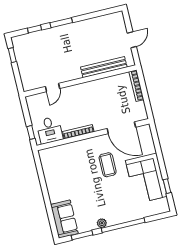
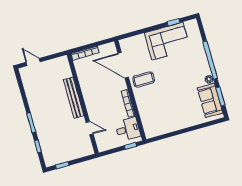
door: (132, 40) -> (33, 62), moved
bench: (104, 67) -> (74, 98), moved
door: (121, 128) -> (123, 65), swing flipped
coffee table: (108, 165) -> (144, 80), moved
sofa: (64, 219) -> (210, 100), moved, turned -90

